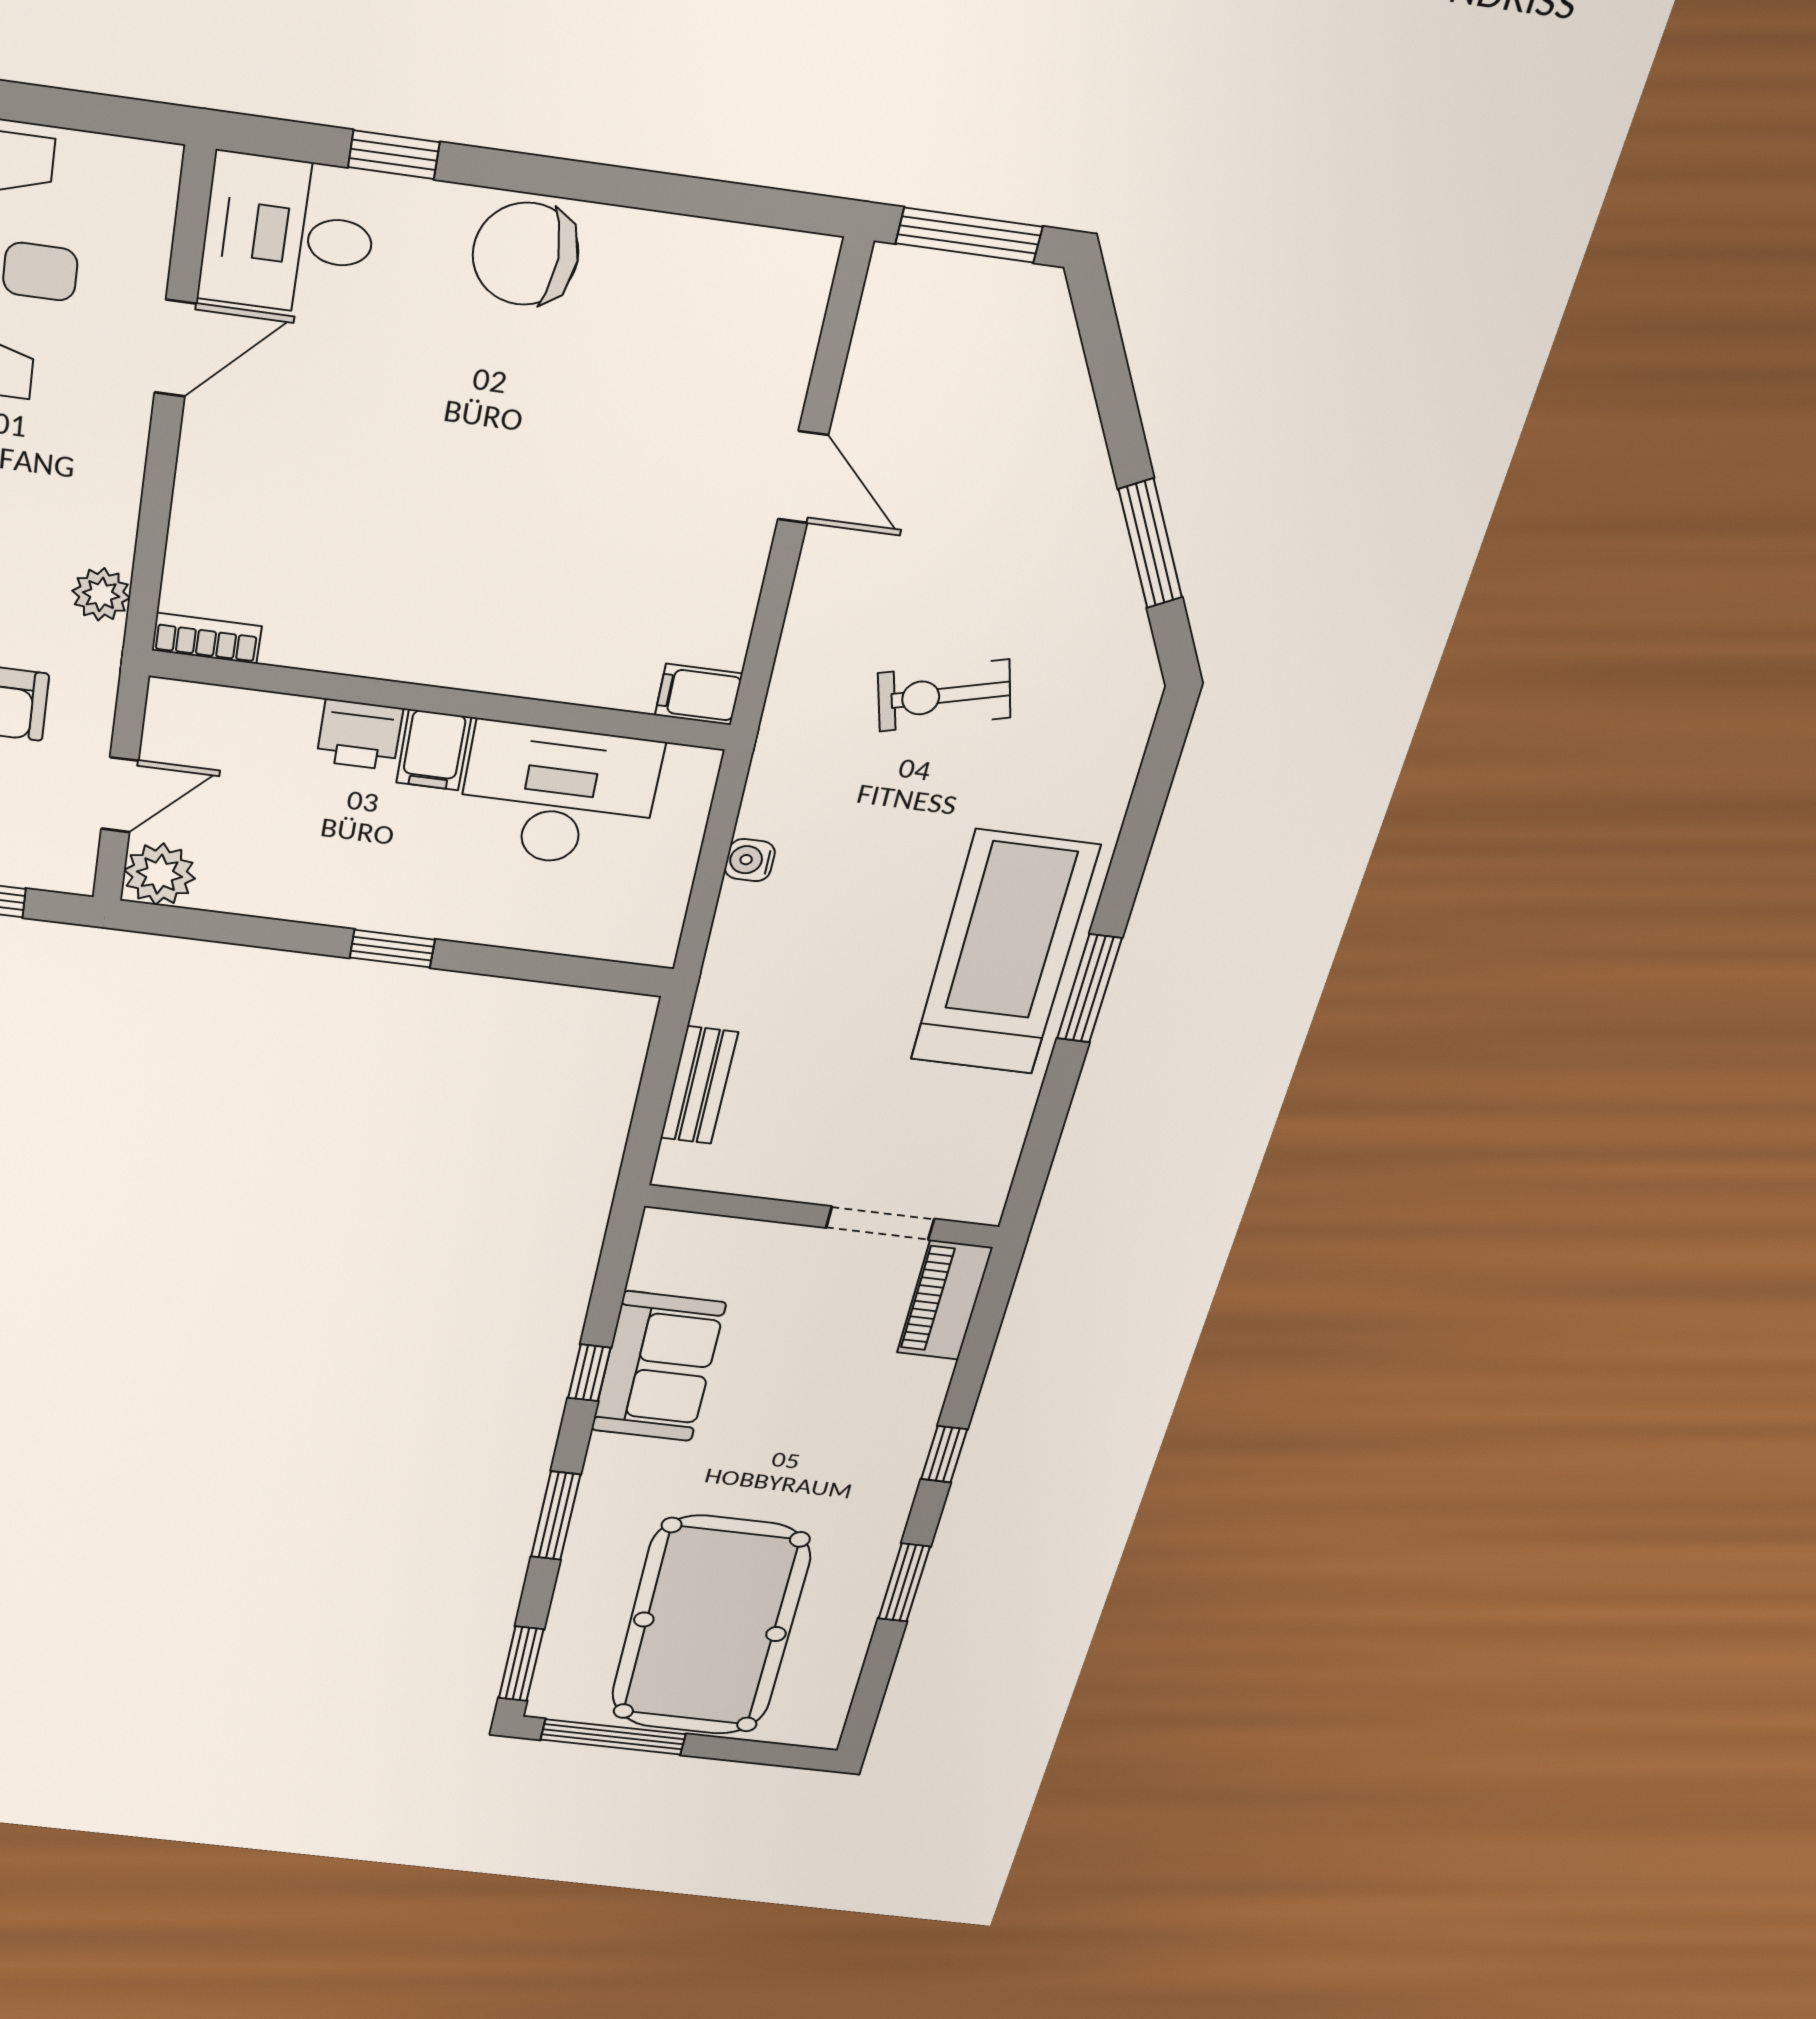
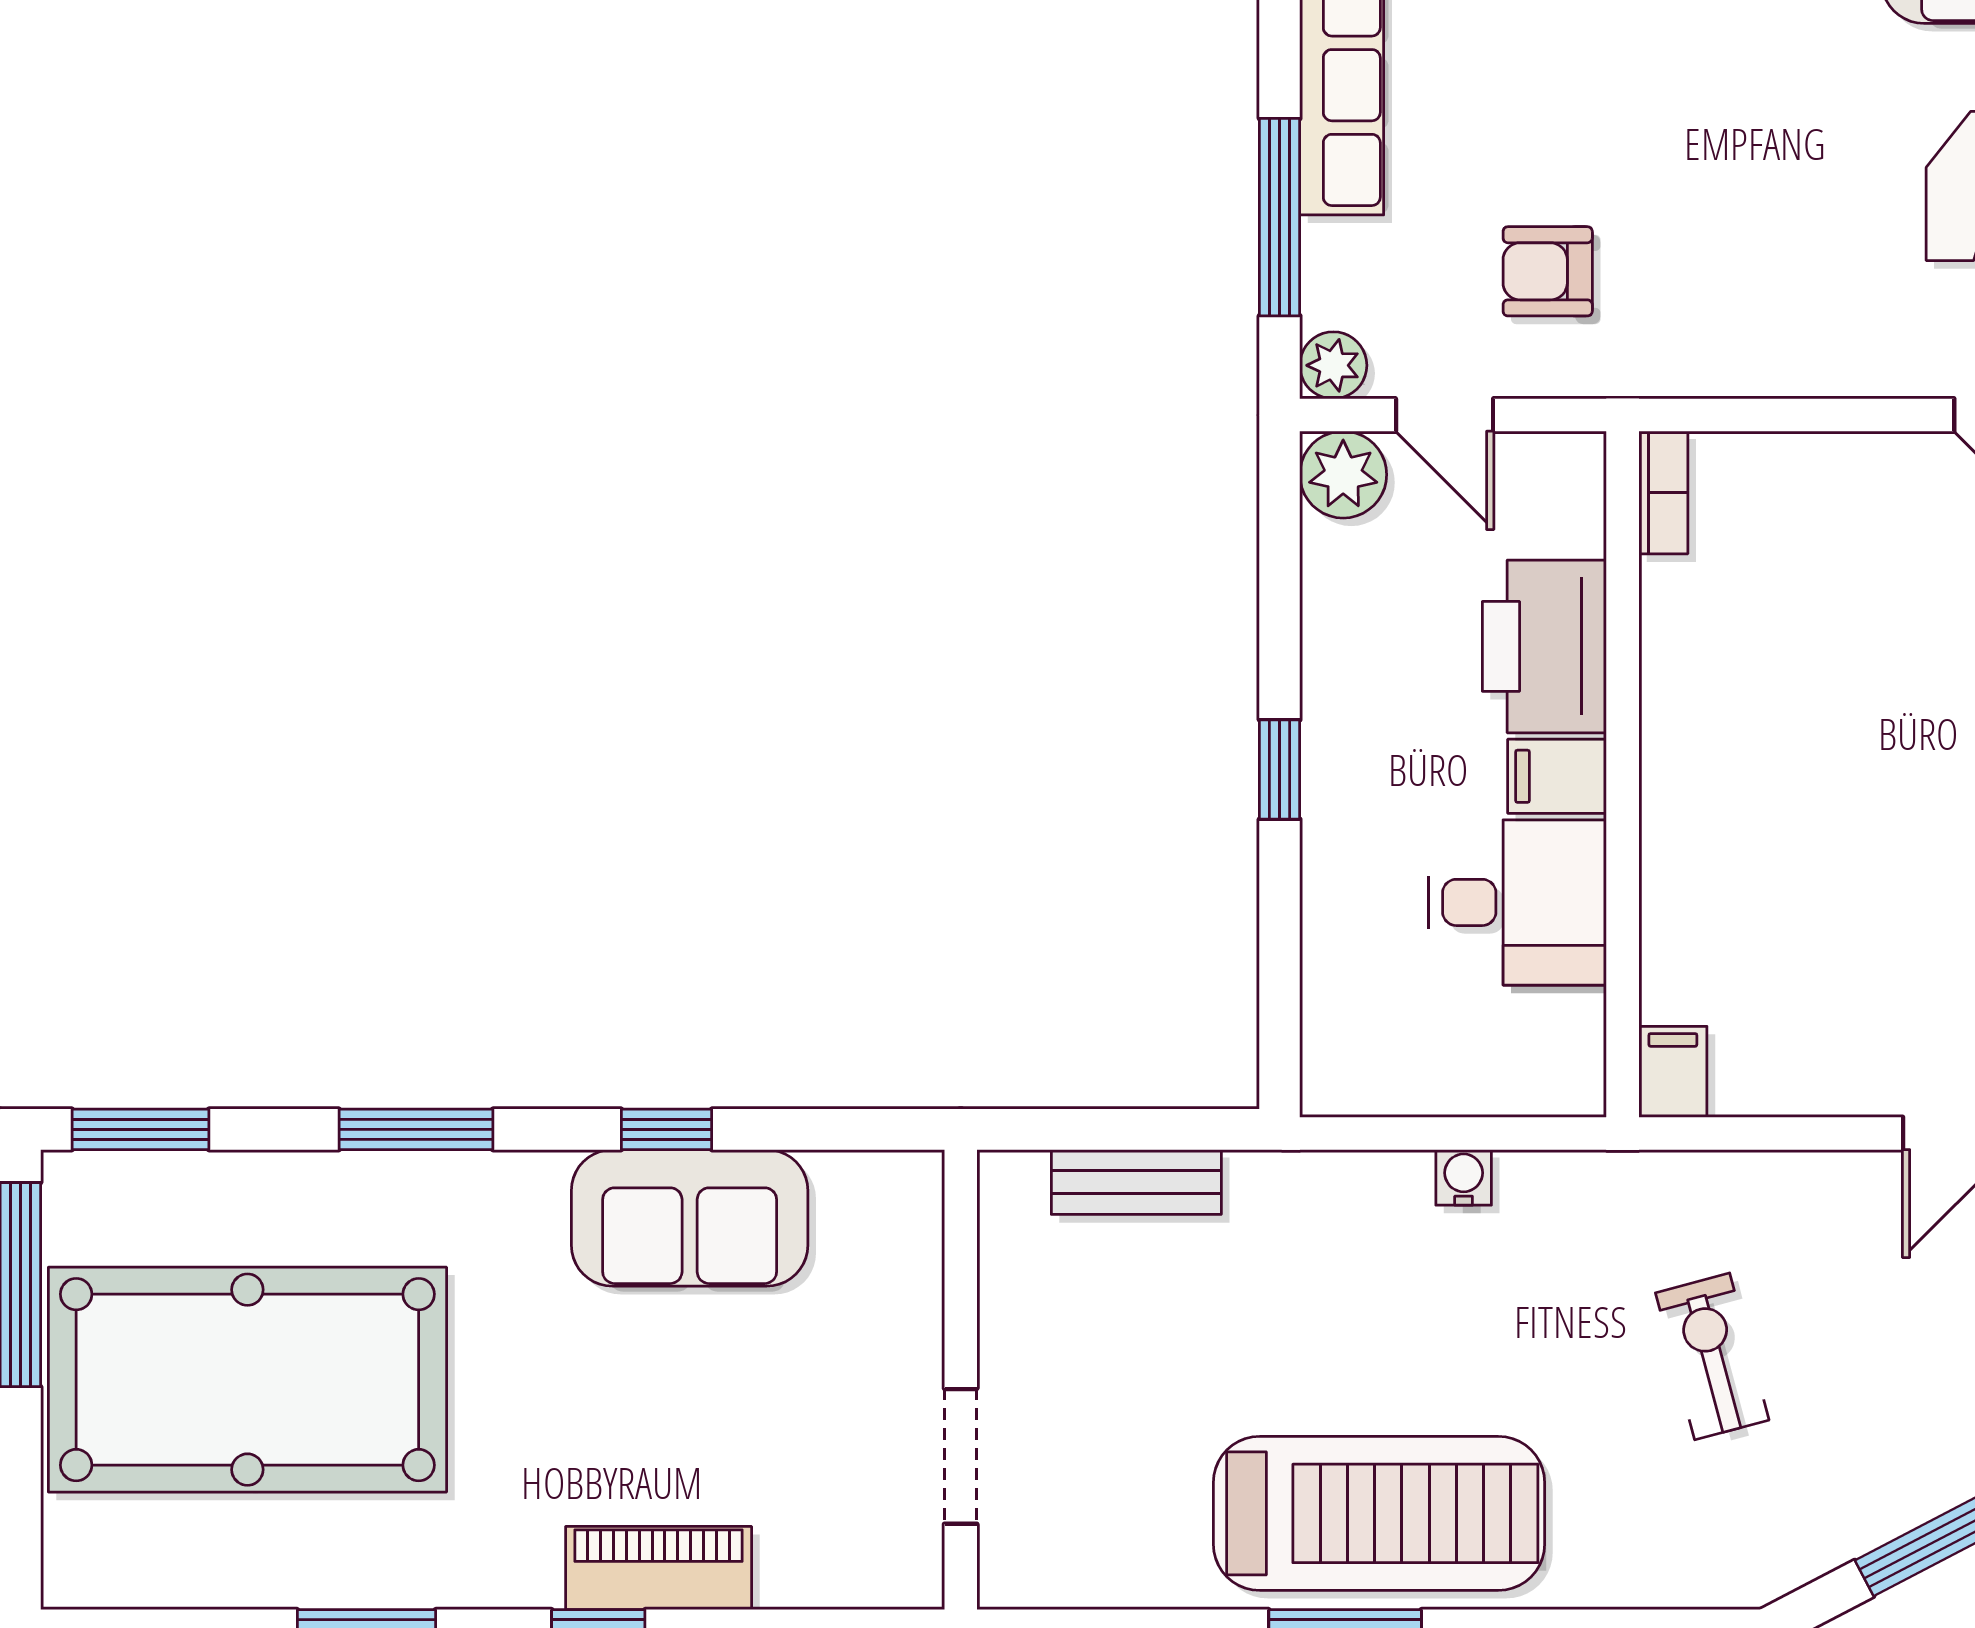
plant: (101, 594) -> (1333, 365), moved
printer: (360, 735) -> (1544, 646), width x1.87, depth x1.48
desk: (558, 796) -> (1517, 902), width x0.73
piano: (945, 1300) -> (659, 1568), moved

